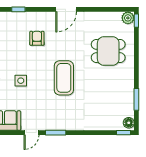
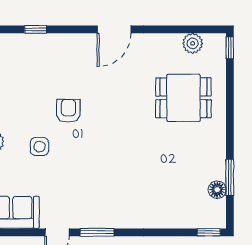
plant: (128, 18) -> (193, 43), moved
armchair: (37, 38) -> (68, 111), moved
coffee table: (64, 78) -> (110, 142), removed
floor lamp: (129, 123) -> (217, 190), moved

